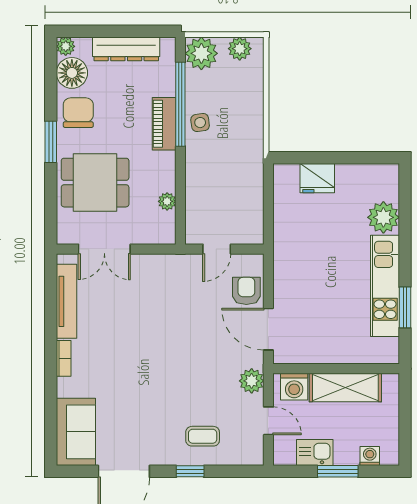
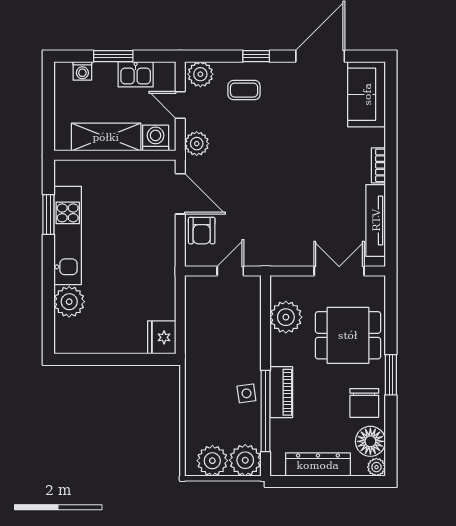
plant: (240, 49) -> (212, 461), width x1.36, depth x1.36
fridge: (317, 178) -> (162, 337), moved, turned -90
plant: (167, 201) -> (286, 317), width x1.88, depth x1.88
plant: (248, 453) -> (200, 74), added

